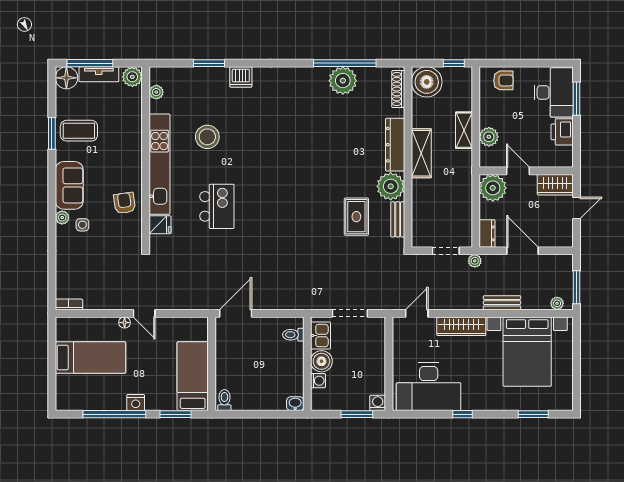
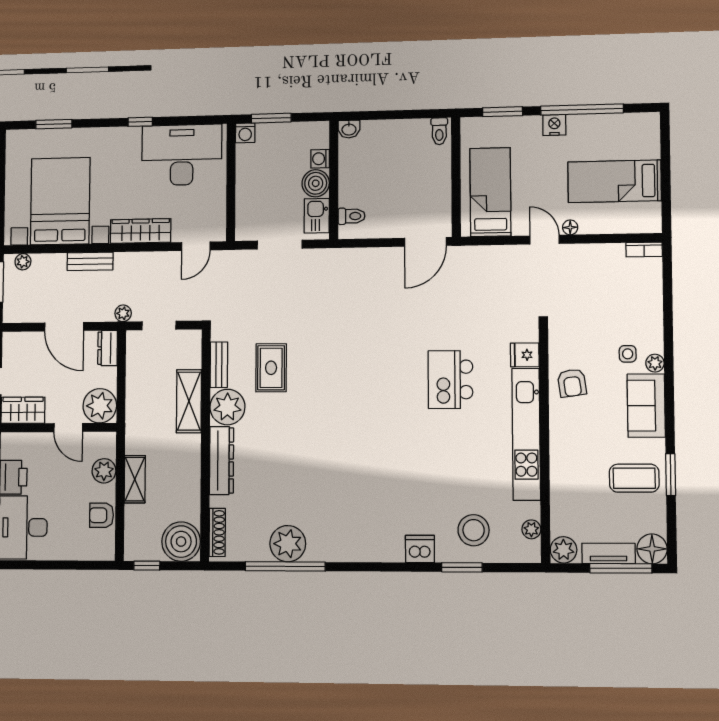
armchair: (503, 80) -> (101, 515), moved
stool: (207, 137) -> (474, 530), moved
shelving: (421, 153) -> (189, 401), moved
bed: (193, 376) -> (490, 192), moved, turned 180

